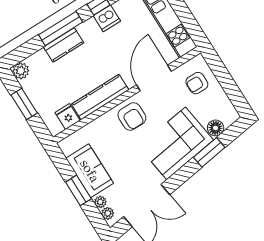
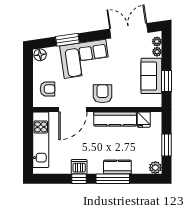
floor lamp: (216, 128) -> (40, 55), moved
window: (78, 190) -> (166, 81), moved

